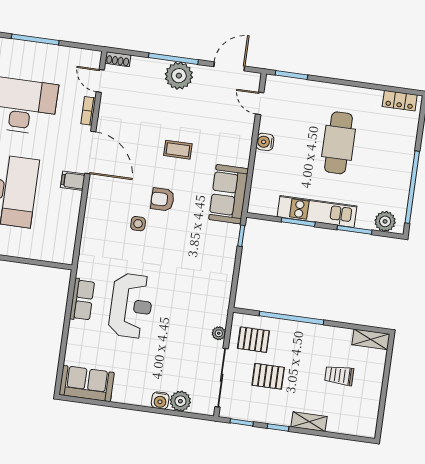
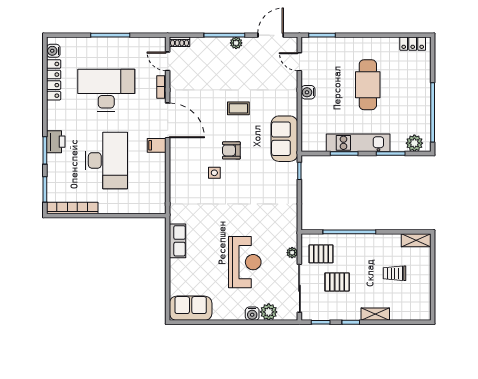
plant: (179, 76) -> (236, 43), width x0.53, depth x0.53
reception desk: (131, 306) -> (245, 262), moved

